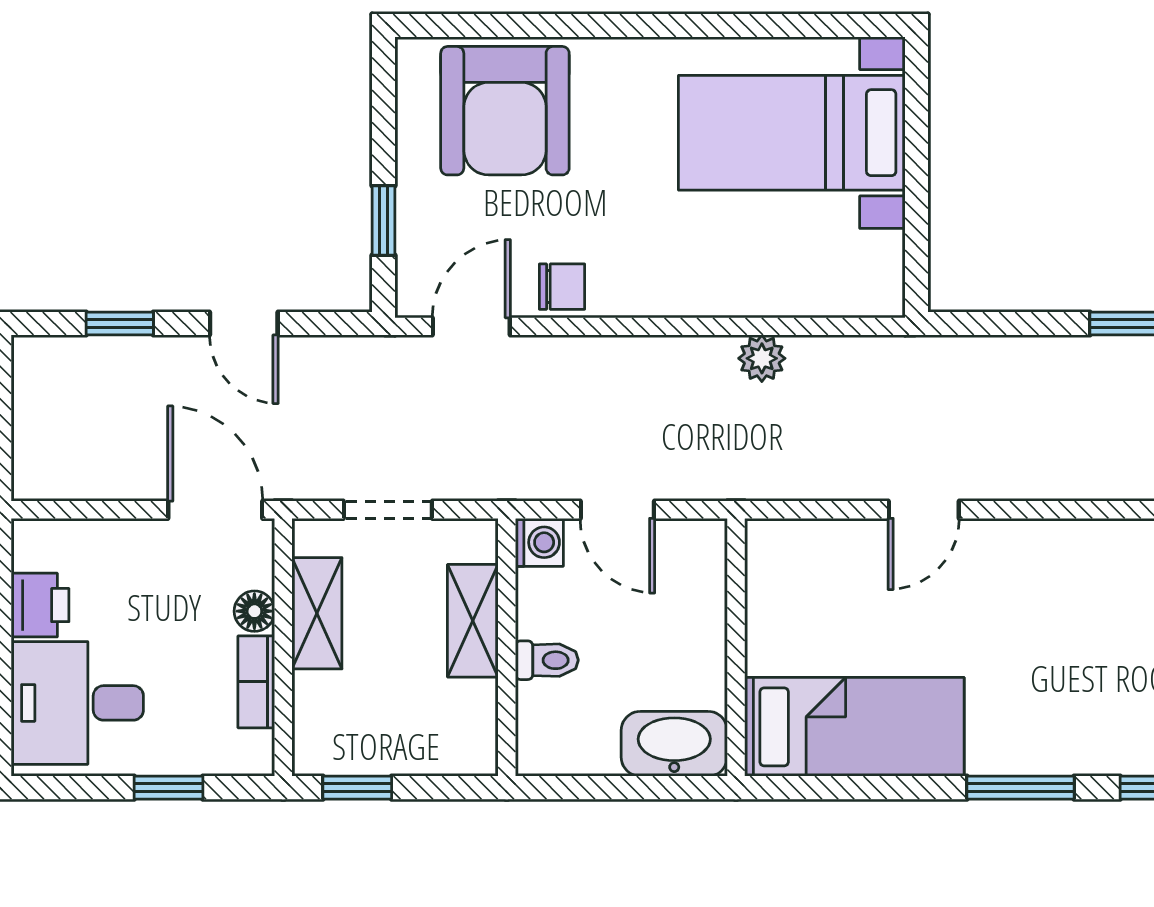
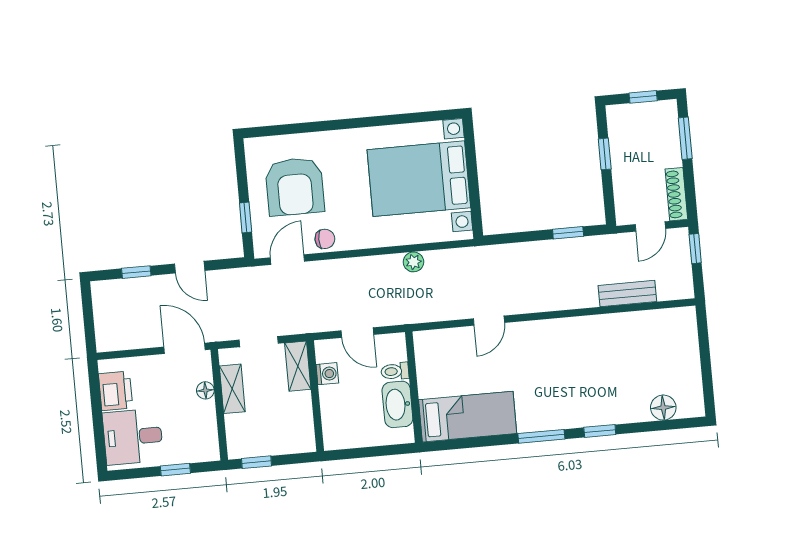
armchair: (505, 111) -> (295, 187), moved
bed with nightstands: (792, 133) -> (419, 179), width x1.36
washing machine: (539, 542) -> (327, 374), moved
printer: (40, 605) -> (116, 391), width x1.36, depth x1.24
shelving: (473, 621) -> (298, 366), moved
toilet: (547, 660) -> (395, 371), moved, turned 180
bookcase: (256, 682) -> (209, 421), removed
washbasin: (674, 744) -> (397, 404), moved, turned -90

